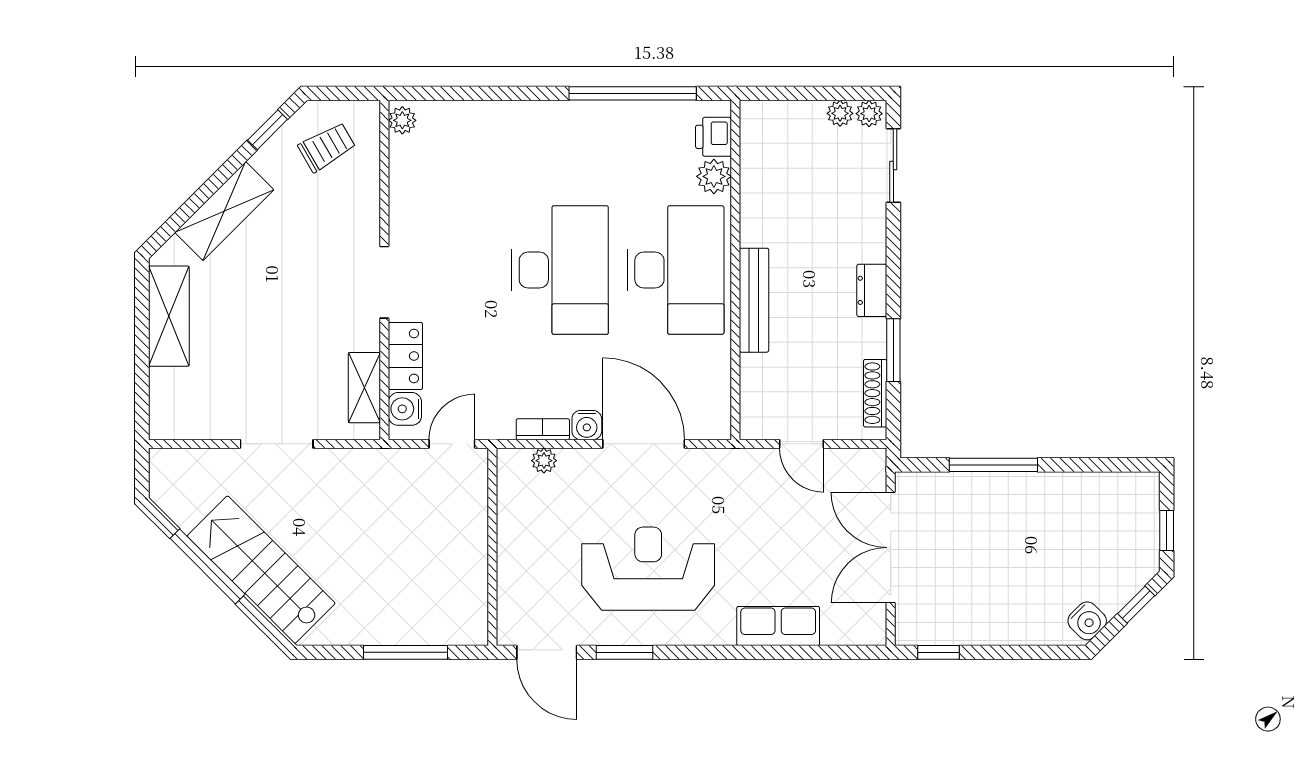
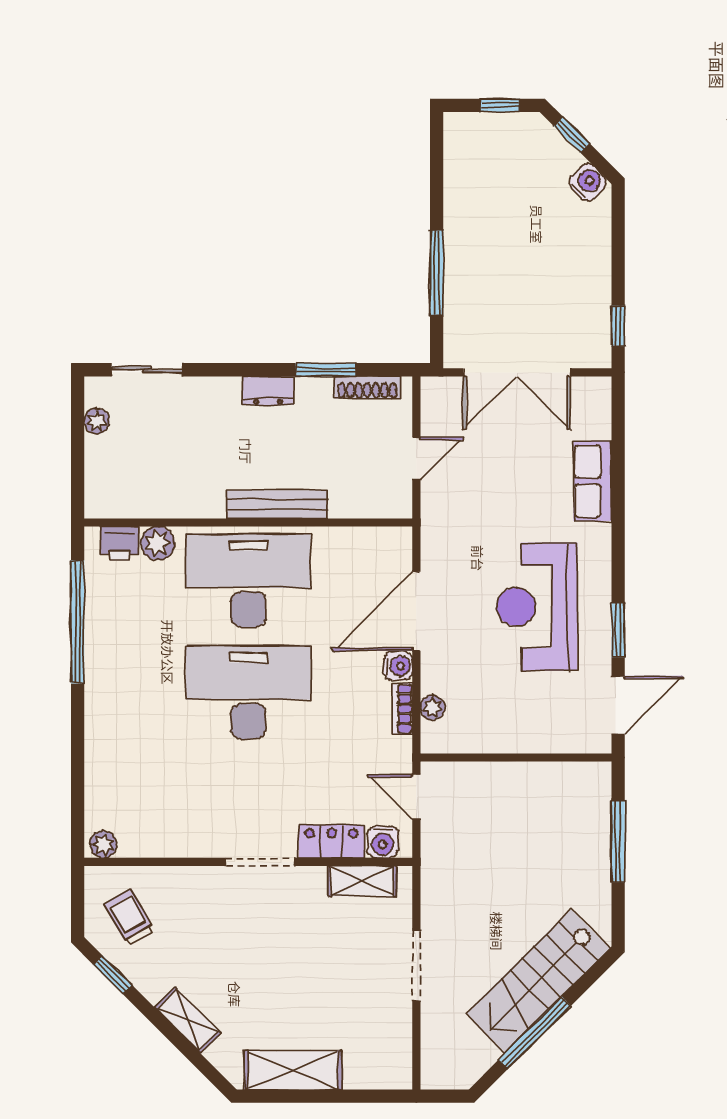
plant: (869, 114) -> (97, 393), removed
shelving: (224, 211) -> (188, 1020), width x0.67, depth x0.75

